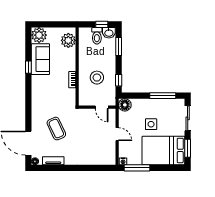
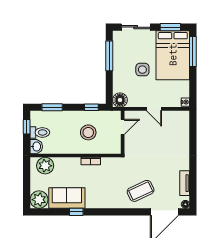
washbasin: (109, 33) -> (36, 147), moved
coffee table: (56, 129) -> (141, 191), moved
door: (117, 134) -> (154, 109), swing flipped
window: (137, 168) -> (193, 52), moved

